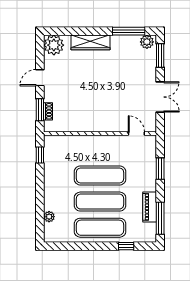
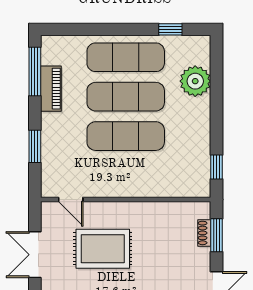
rug: (115, 101) -> (103, 249), added
plant: (49, 217) -> (195, 81), width x1.87, depth x1.87
window: (126, 246) -> (170, 29), moved

